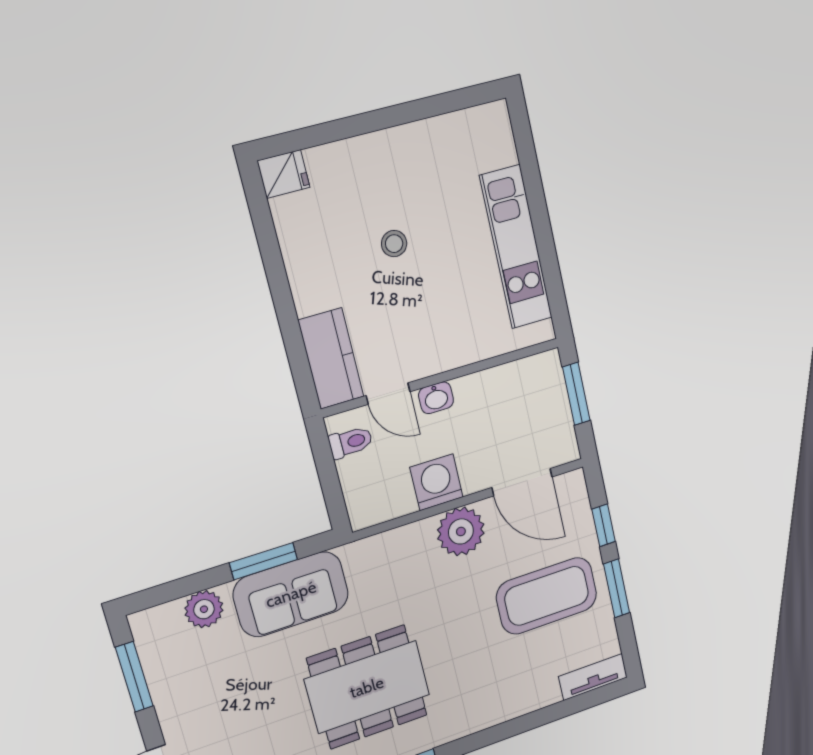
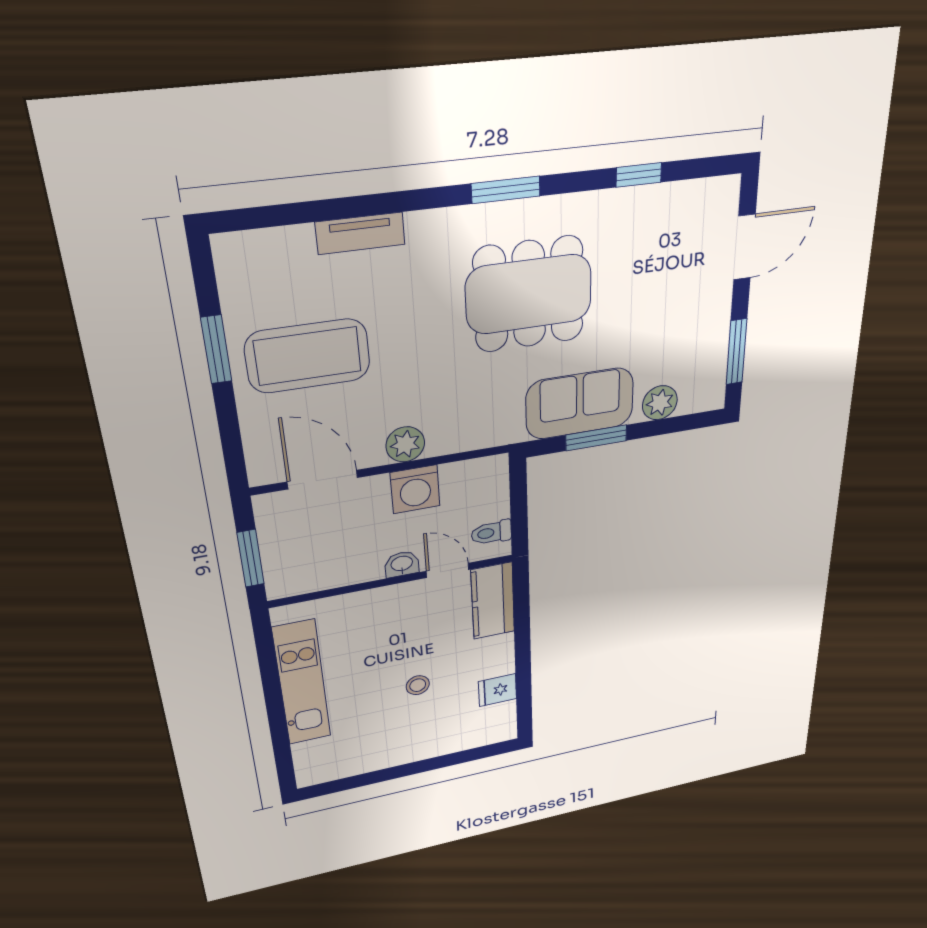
fridge: (283, 174) -> (498, 690), moved
window: (604, 525) -> (228, 424), removed
plant: (461, 531) -> (405, 444), width x0.73, depth x0.73
tv unit: (593, 677) -> (360, 233), moved

